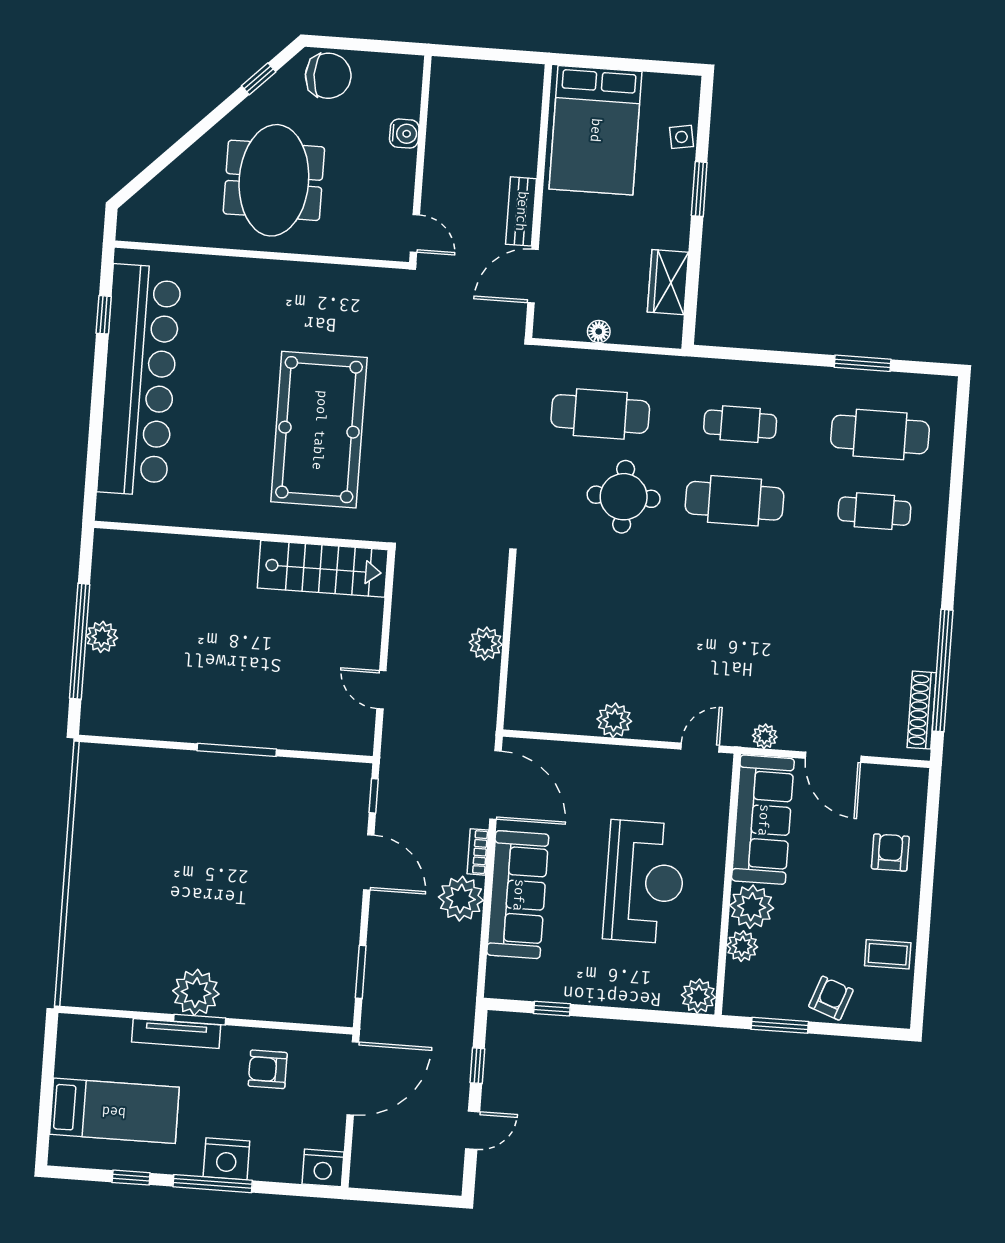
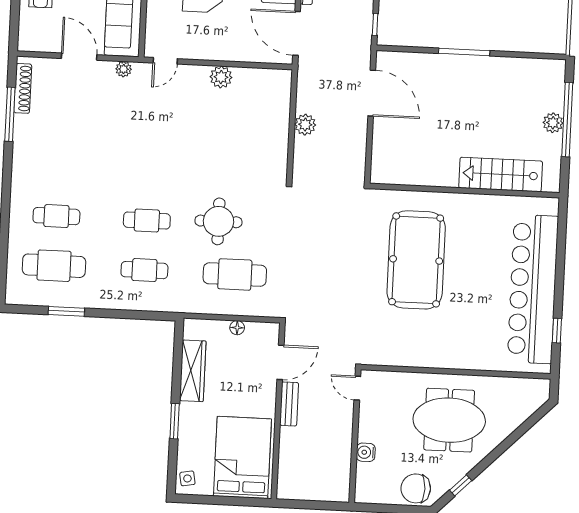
side table: (681, 137) -> (187, 478), moved
meeting table: (274, 180) -> (449, 420), turned 90
wardrobe: (668, 282) -> (193, 371), width x1.50
cafe table: (735, 501) -> (147, 221), width x0.73, depth x0.74
stairs: (323, 569) -> (501, 174), moved
window: (943, 671) -> (10, 114), width x0.68
door: (381, 690) -> (372, 93), width x1.87

